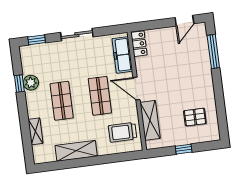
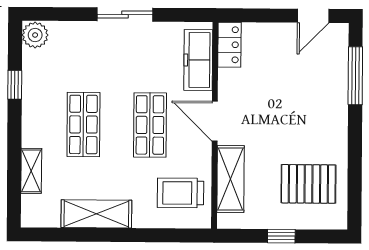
window: (37, 40) -> (55, 14), removed
plant: (31, 83) -> (35, 35), moved
pallet: (195, 117) -> (308, 184), width x1.50, depth x1.42

